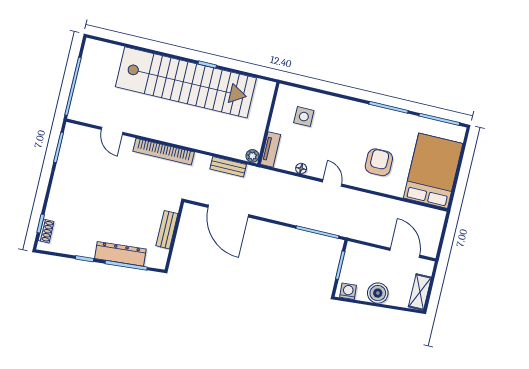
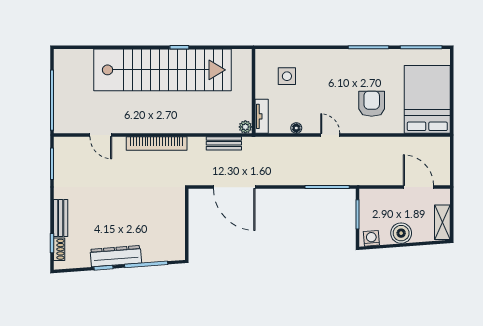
bench: (167, 230) -> (61, 218), moved
dresser: (120, 254) -> (116, 256), moved

